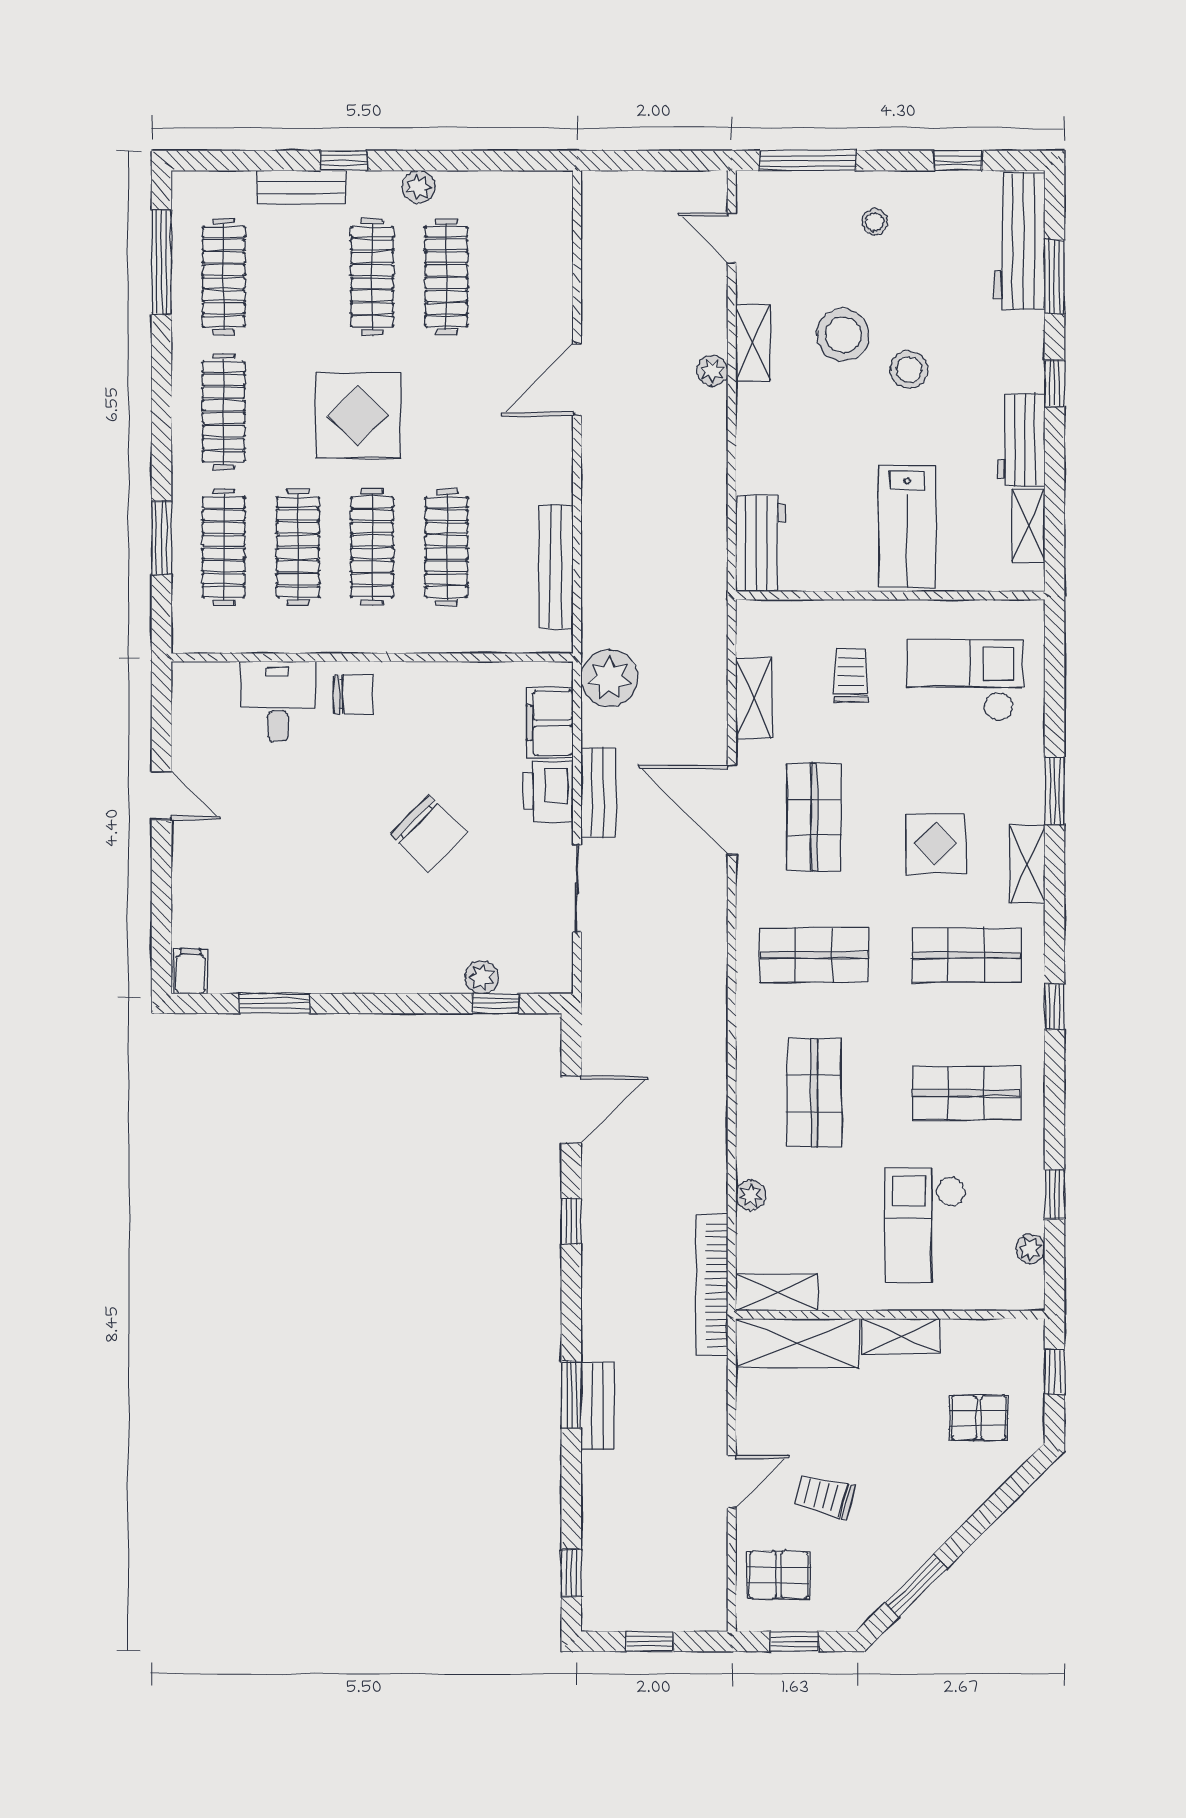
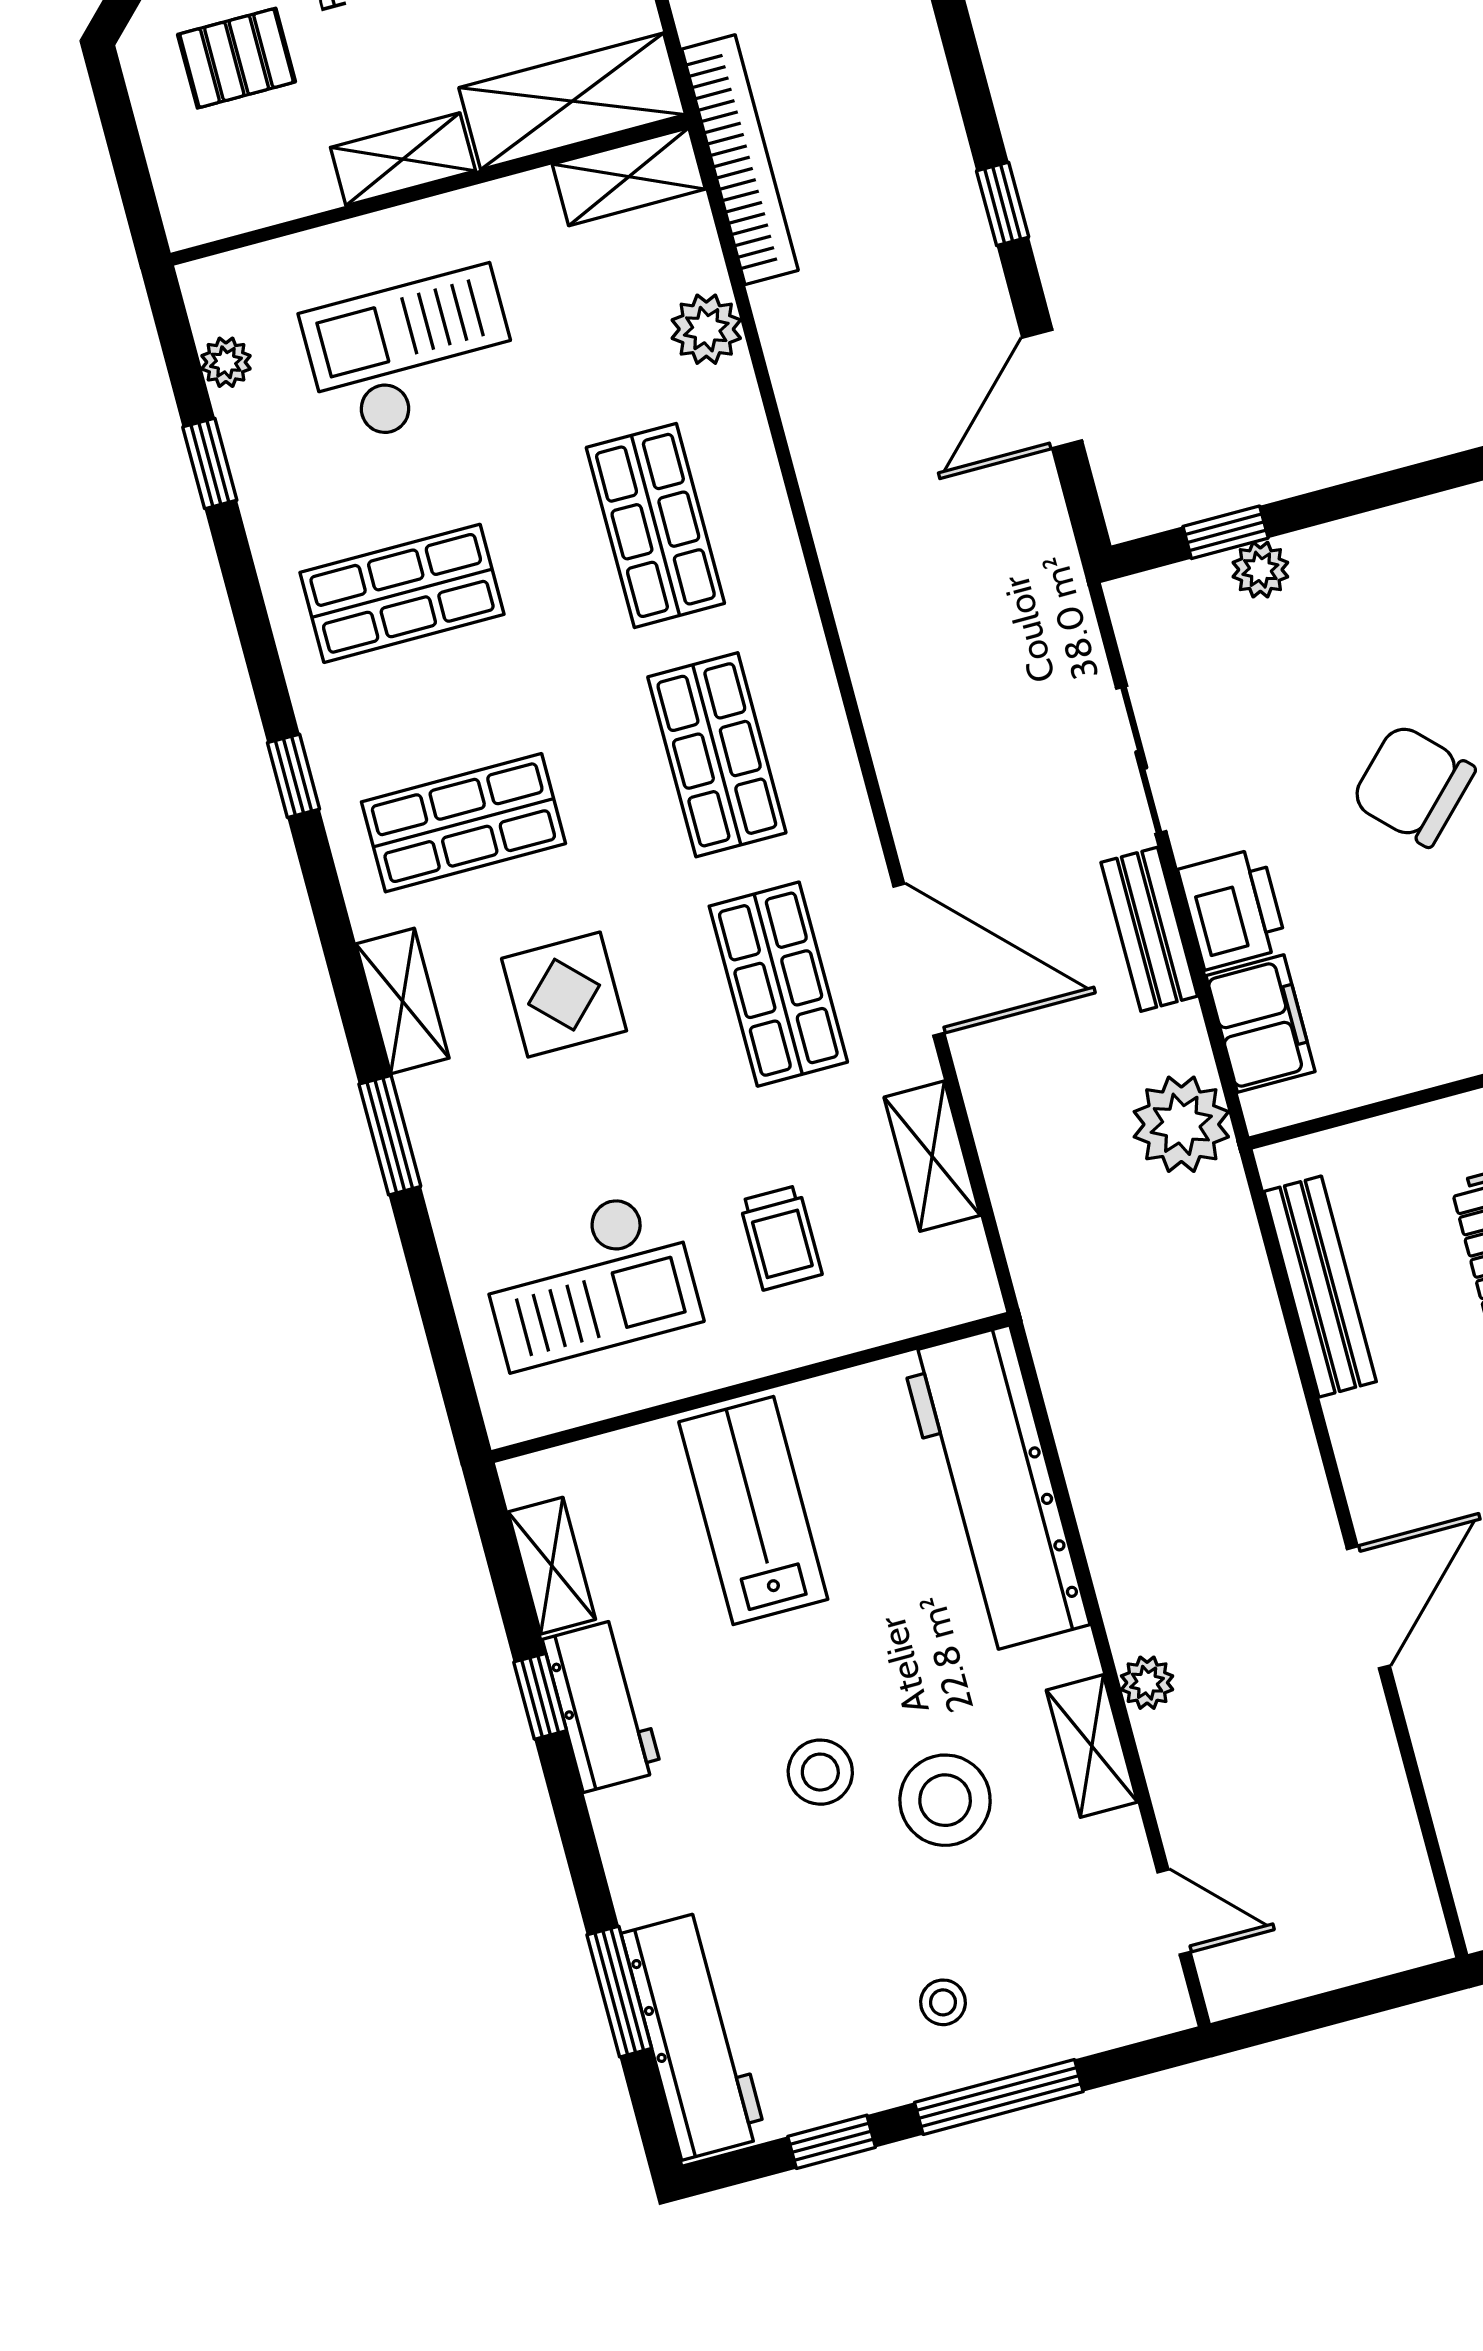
window: (808, 161) -> (999, 2097), moved
window: (1055, 383) -> (540, 1696), moved
workbench: (760, 544) -> (995, 1489), width x1.88, depth x1.32
shop shelf: (814, 955) -> (717, 755), turned 90
plant: (751, 1195) -> (706, 329), width x1.38, depth x1.38
checkout: (925, 1225) -> (412, 355), turned -90
window: (1055, 1372) -> (131, 168), removed

